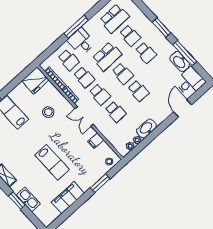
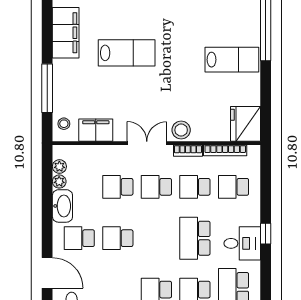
window: (76, 27) -> (266, 234), width x0.46
desk: (81, 41) -> (242, 243), moved
school desk: (123, 74) -> (79, 238), moved
stool: (48, 112) -> (181, 130), moved
filing cabinet: (96, 141) -> (96, 130), width x2.00
lab bench: (52, 162) -> (127, 53), turned 180
window: (100, 183) -> (47, 88), width x1.44

